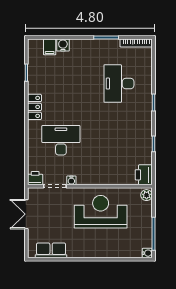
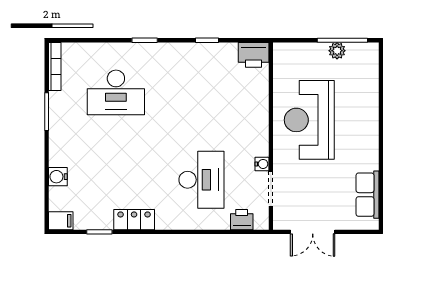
filing cabinet: (50, 47) -> (61, 221), moved
locker: (35, 107) -> (134, 220), moved
desk: (61, 140) -> (201, 180), turned 180
printer: (35, 178) -> (242, 220), moved, turned 90
plant: (147, 195) -> (337, 51), moved
water cooler: (147, 253) -> (372, 50), removed

